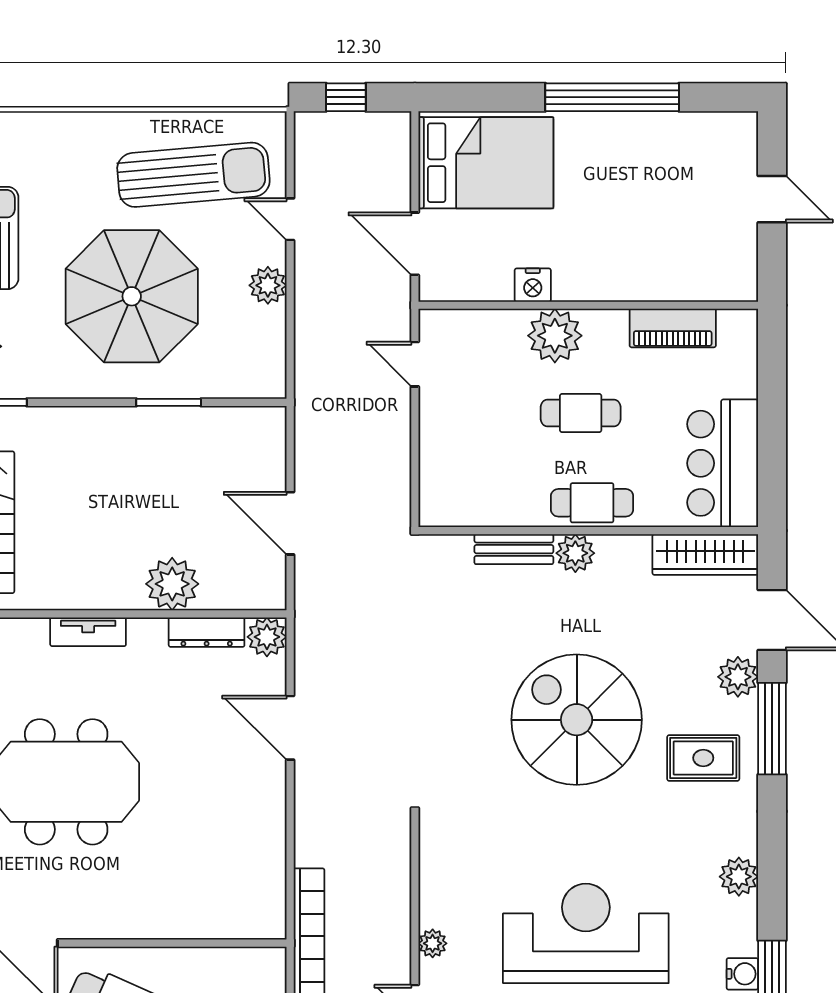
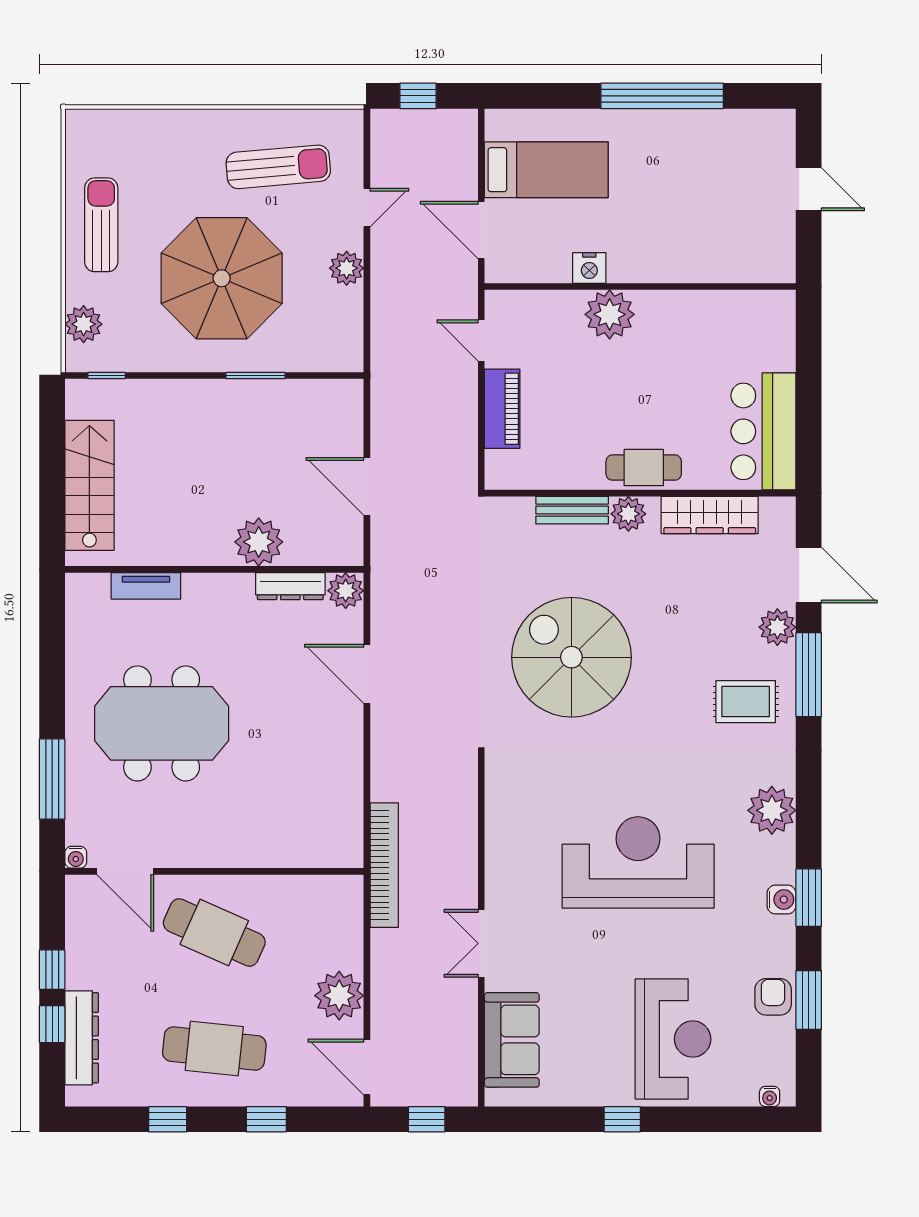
bed: (486, 163) -> (546, 170), width x0.67
sun lounger: (193, 175) -> (278, 167), width x0.73, depth x0.75
door: (290, 219) -> (367, 208), swing flipped
piano: (673, 328) -> (502, 409), moved, turned -90
cafe table: (581, 413) -> (633, 385), removed
wardrobe: (705, 554) -> (710, 515), moved
tv unit: (88, 632) -> (146, 586), moved
spiral stairs: (577, 720) -> (571, 657), moved
plant: (739, 877) -> (772, 810), width x1.36, depth x1.36
plant: (433, 943) -> (497, 872), removed

